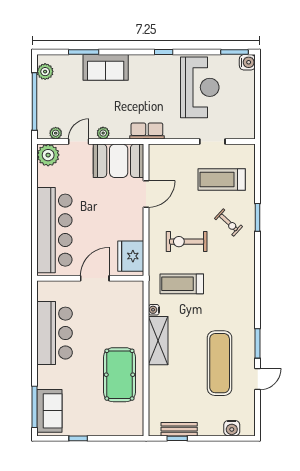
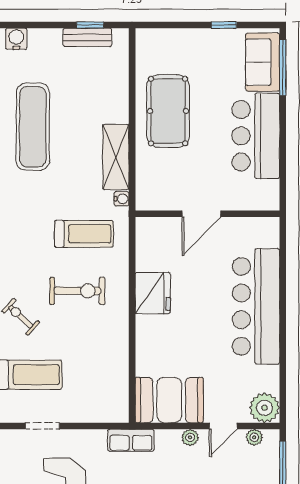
door: (146, 194) -> (132, 355), removed
fridge: (131, 256) -> (153, 293), moved
wall: (90, 278) -> (207, 214), moved
door: (95, 278) -> (201, 214), moved
bar counter: (55, 333) -> (256, 136), moved

